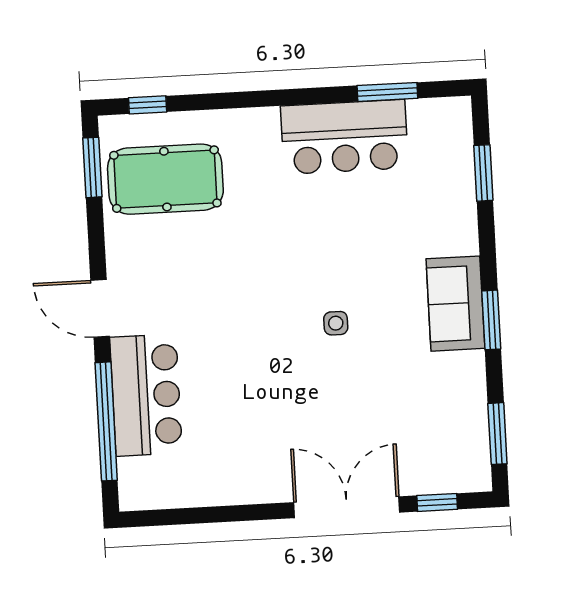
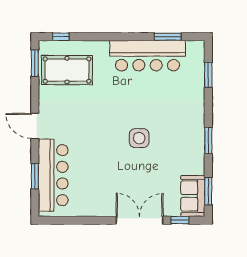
bar counter: (344, 137) -> (148, 56), width x1.36
sofa: (455, 304) -> (193, 196), moved
side table: (336, 323) -> (139, 138), width x1.87, depth x1.87
bar counter: (146, 395) -> (53, 175), width x1.36
window: (106, 421) -> (35, 176), width x0.47

